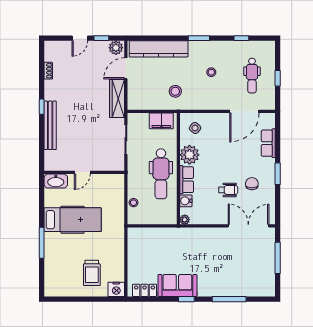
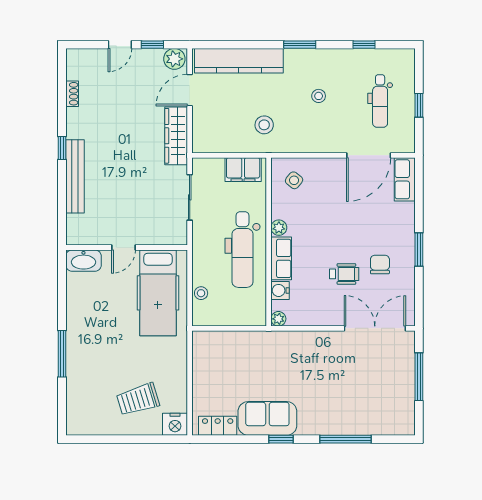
row of seats: (268, 143) -> (405, 179), moved
plant: (189, 155) -> (279, 228), width x0.53, depth x0.53
hospital bed: (73, 220) -> (158, 293), moved, turned 90
trolley: (92, 273) -> (138, 399), turned 73

